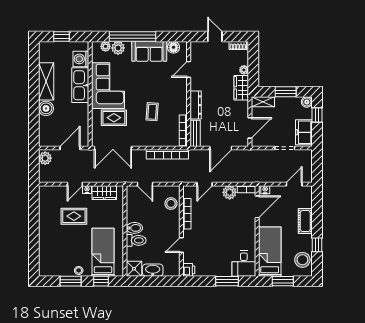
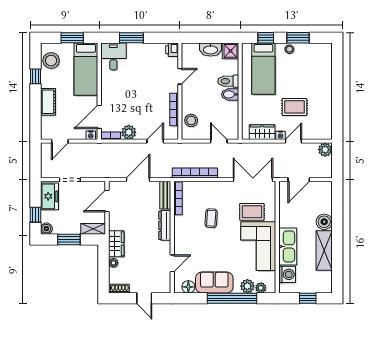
plant: (45, 158) -> (325, 150), moved

